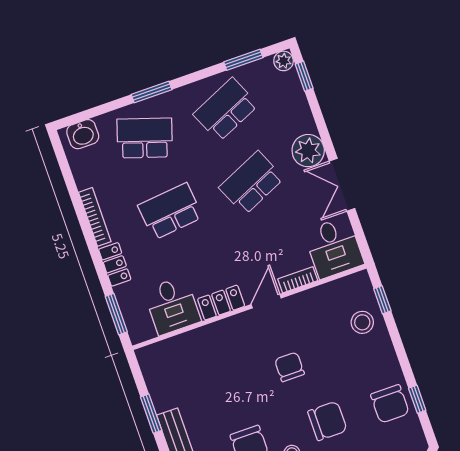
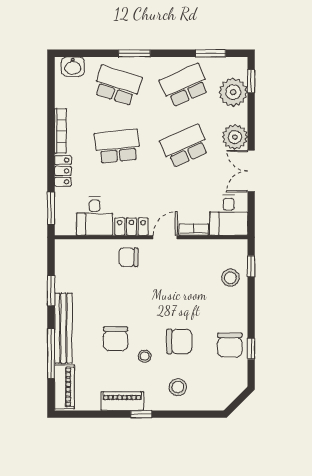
plant: (284, 61) -> (233, 92), moved, width x1.88, depth x1.88
chair: (289, 367) -> (129, 257), moved, turned -90

